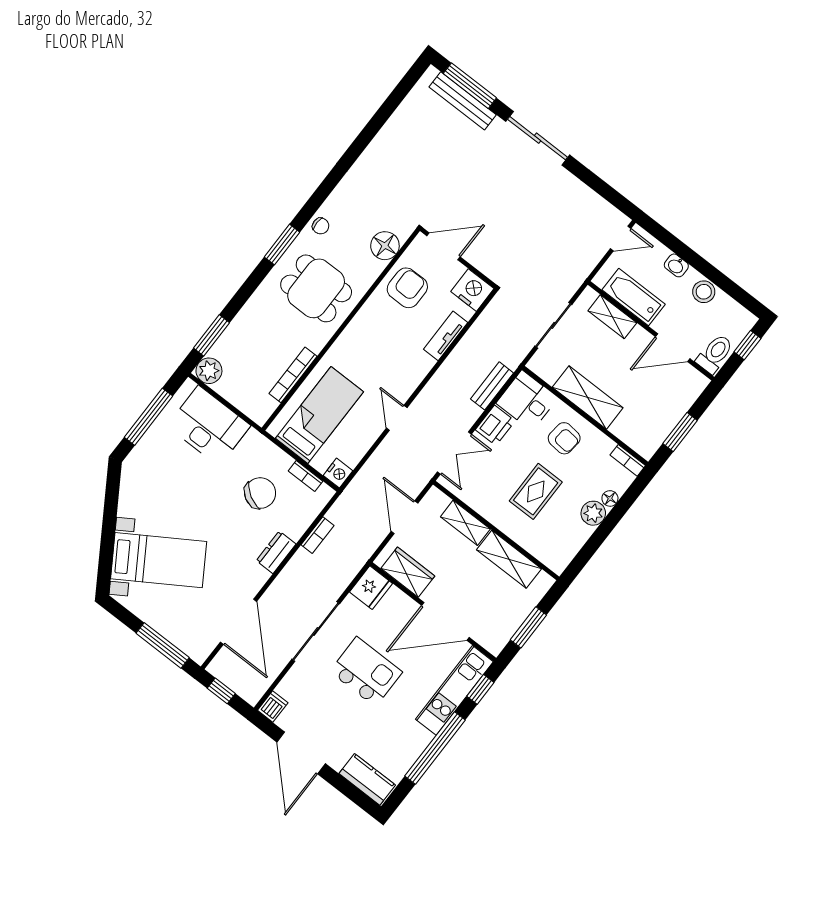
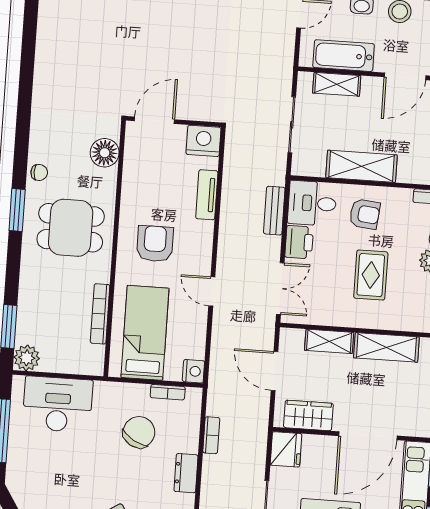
armchair: (407, 288) -> (155, 244), moved

